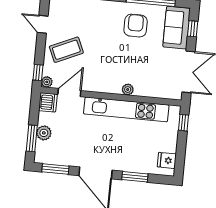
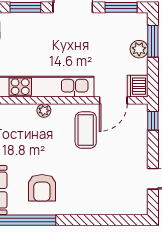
coffee table: (66, 50) -> (86, 130), moved, turned -66
plant: (47, 82) -> (141, 110), removed

